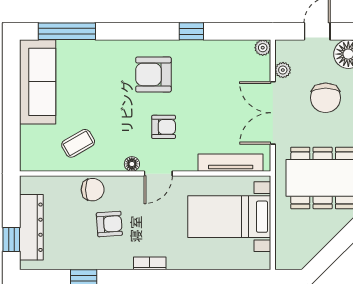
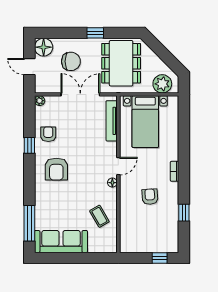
plant: (283, 70) -> (162, 84), moved, width x1.87, depth x1.87
double door: (273, 113) -> (80, 94), swing flipped
armchair: (164, 127) -> (48, 134), moved
door: (158, 174) -> (118, 166), hinge flipped
chair: (93, 190) -> (128, 207), removed
dresser: (31, 227) -> (152, 245), removed

